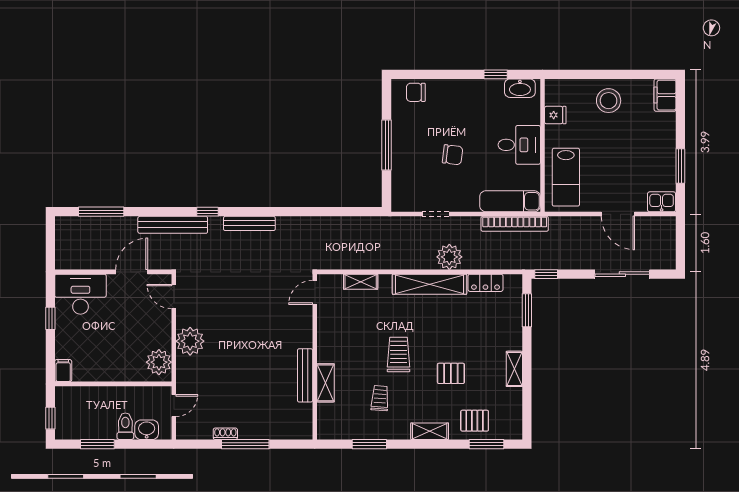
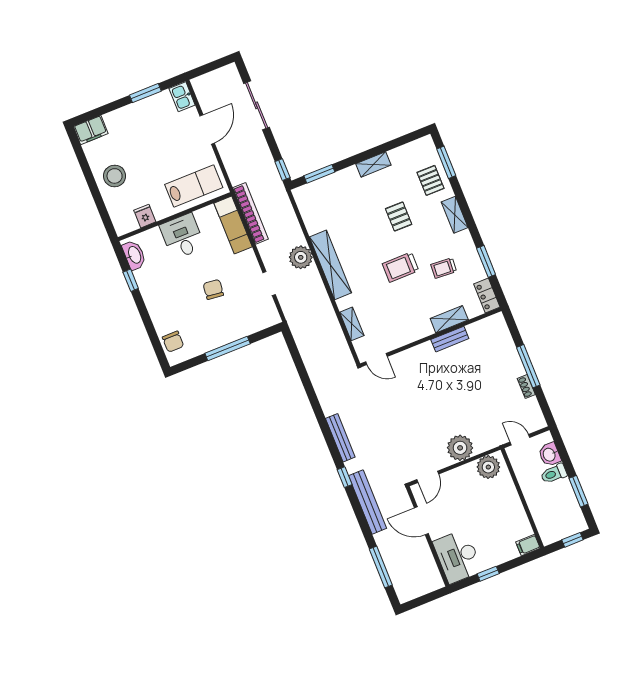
locker: (485, 283) -> (487, 296), moved, turned 180
bench: (305, 375) -> (450, 339), width x0.73

